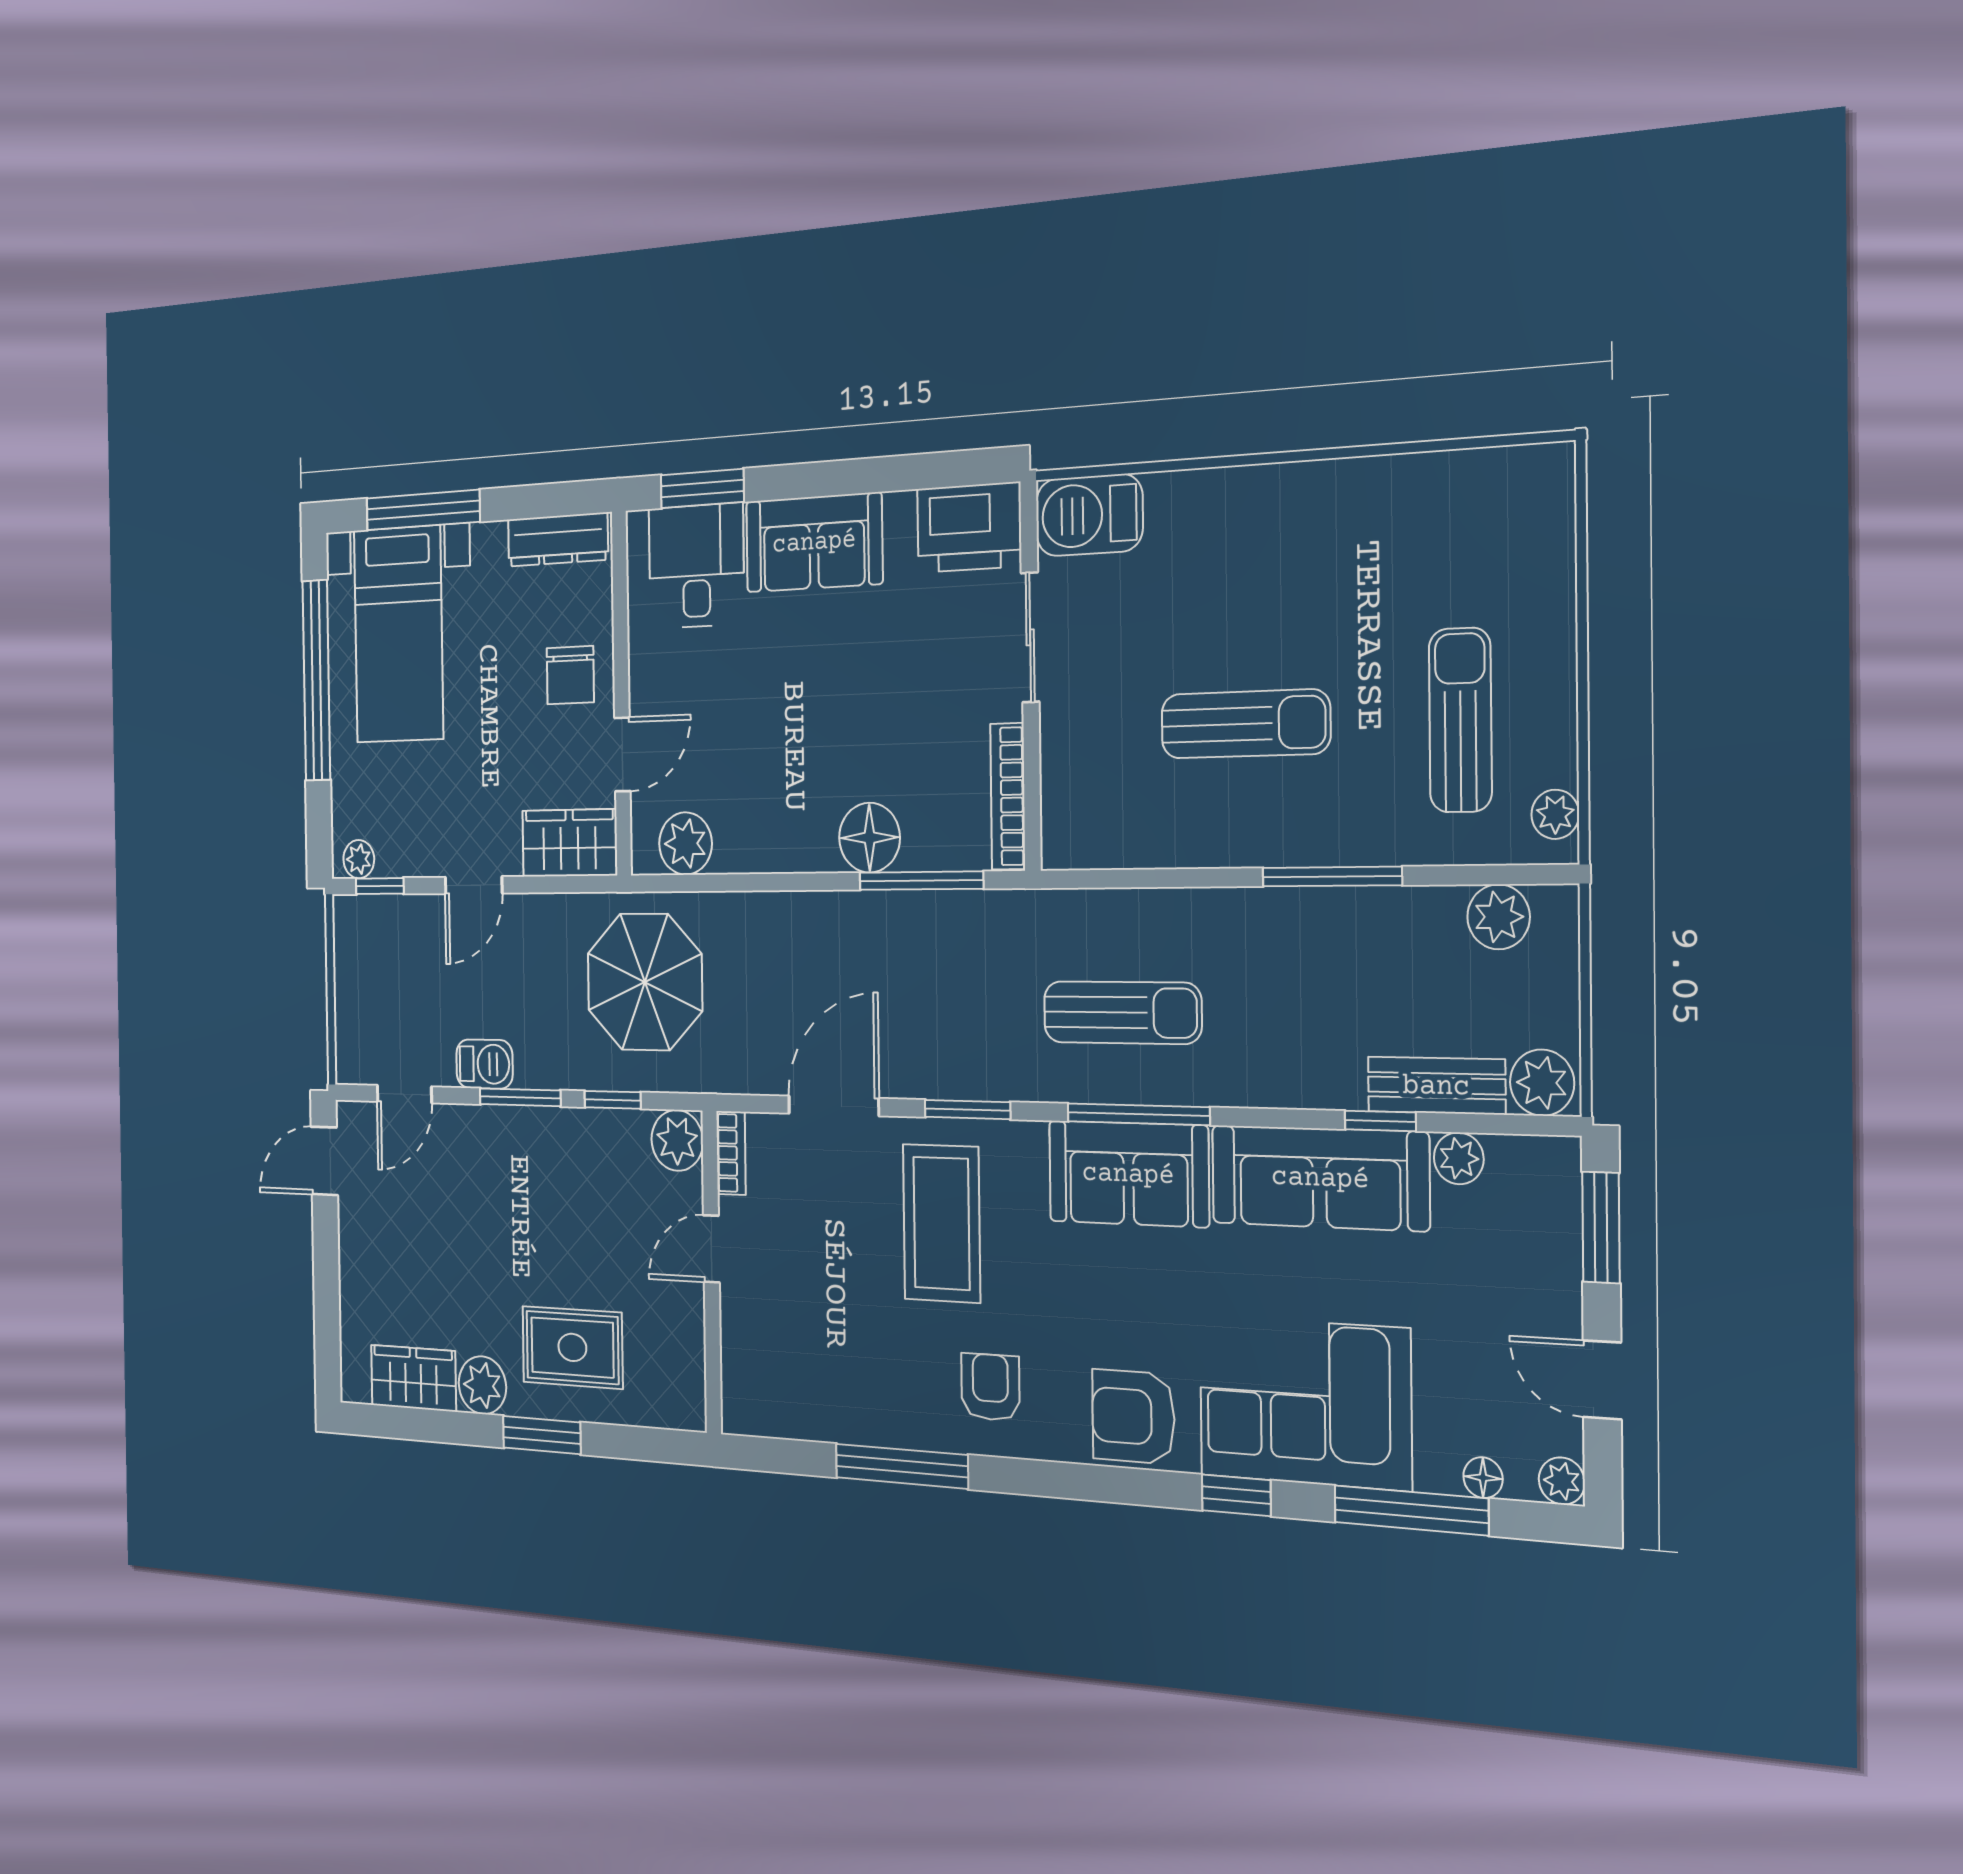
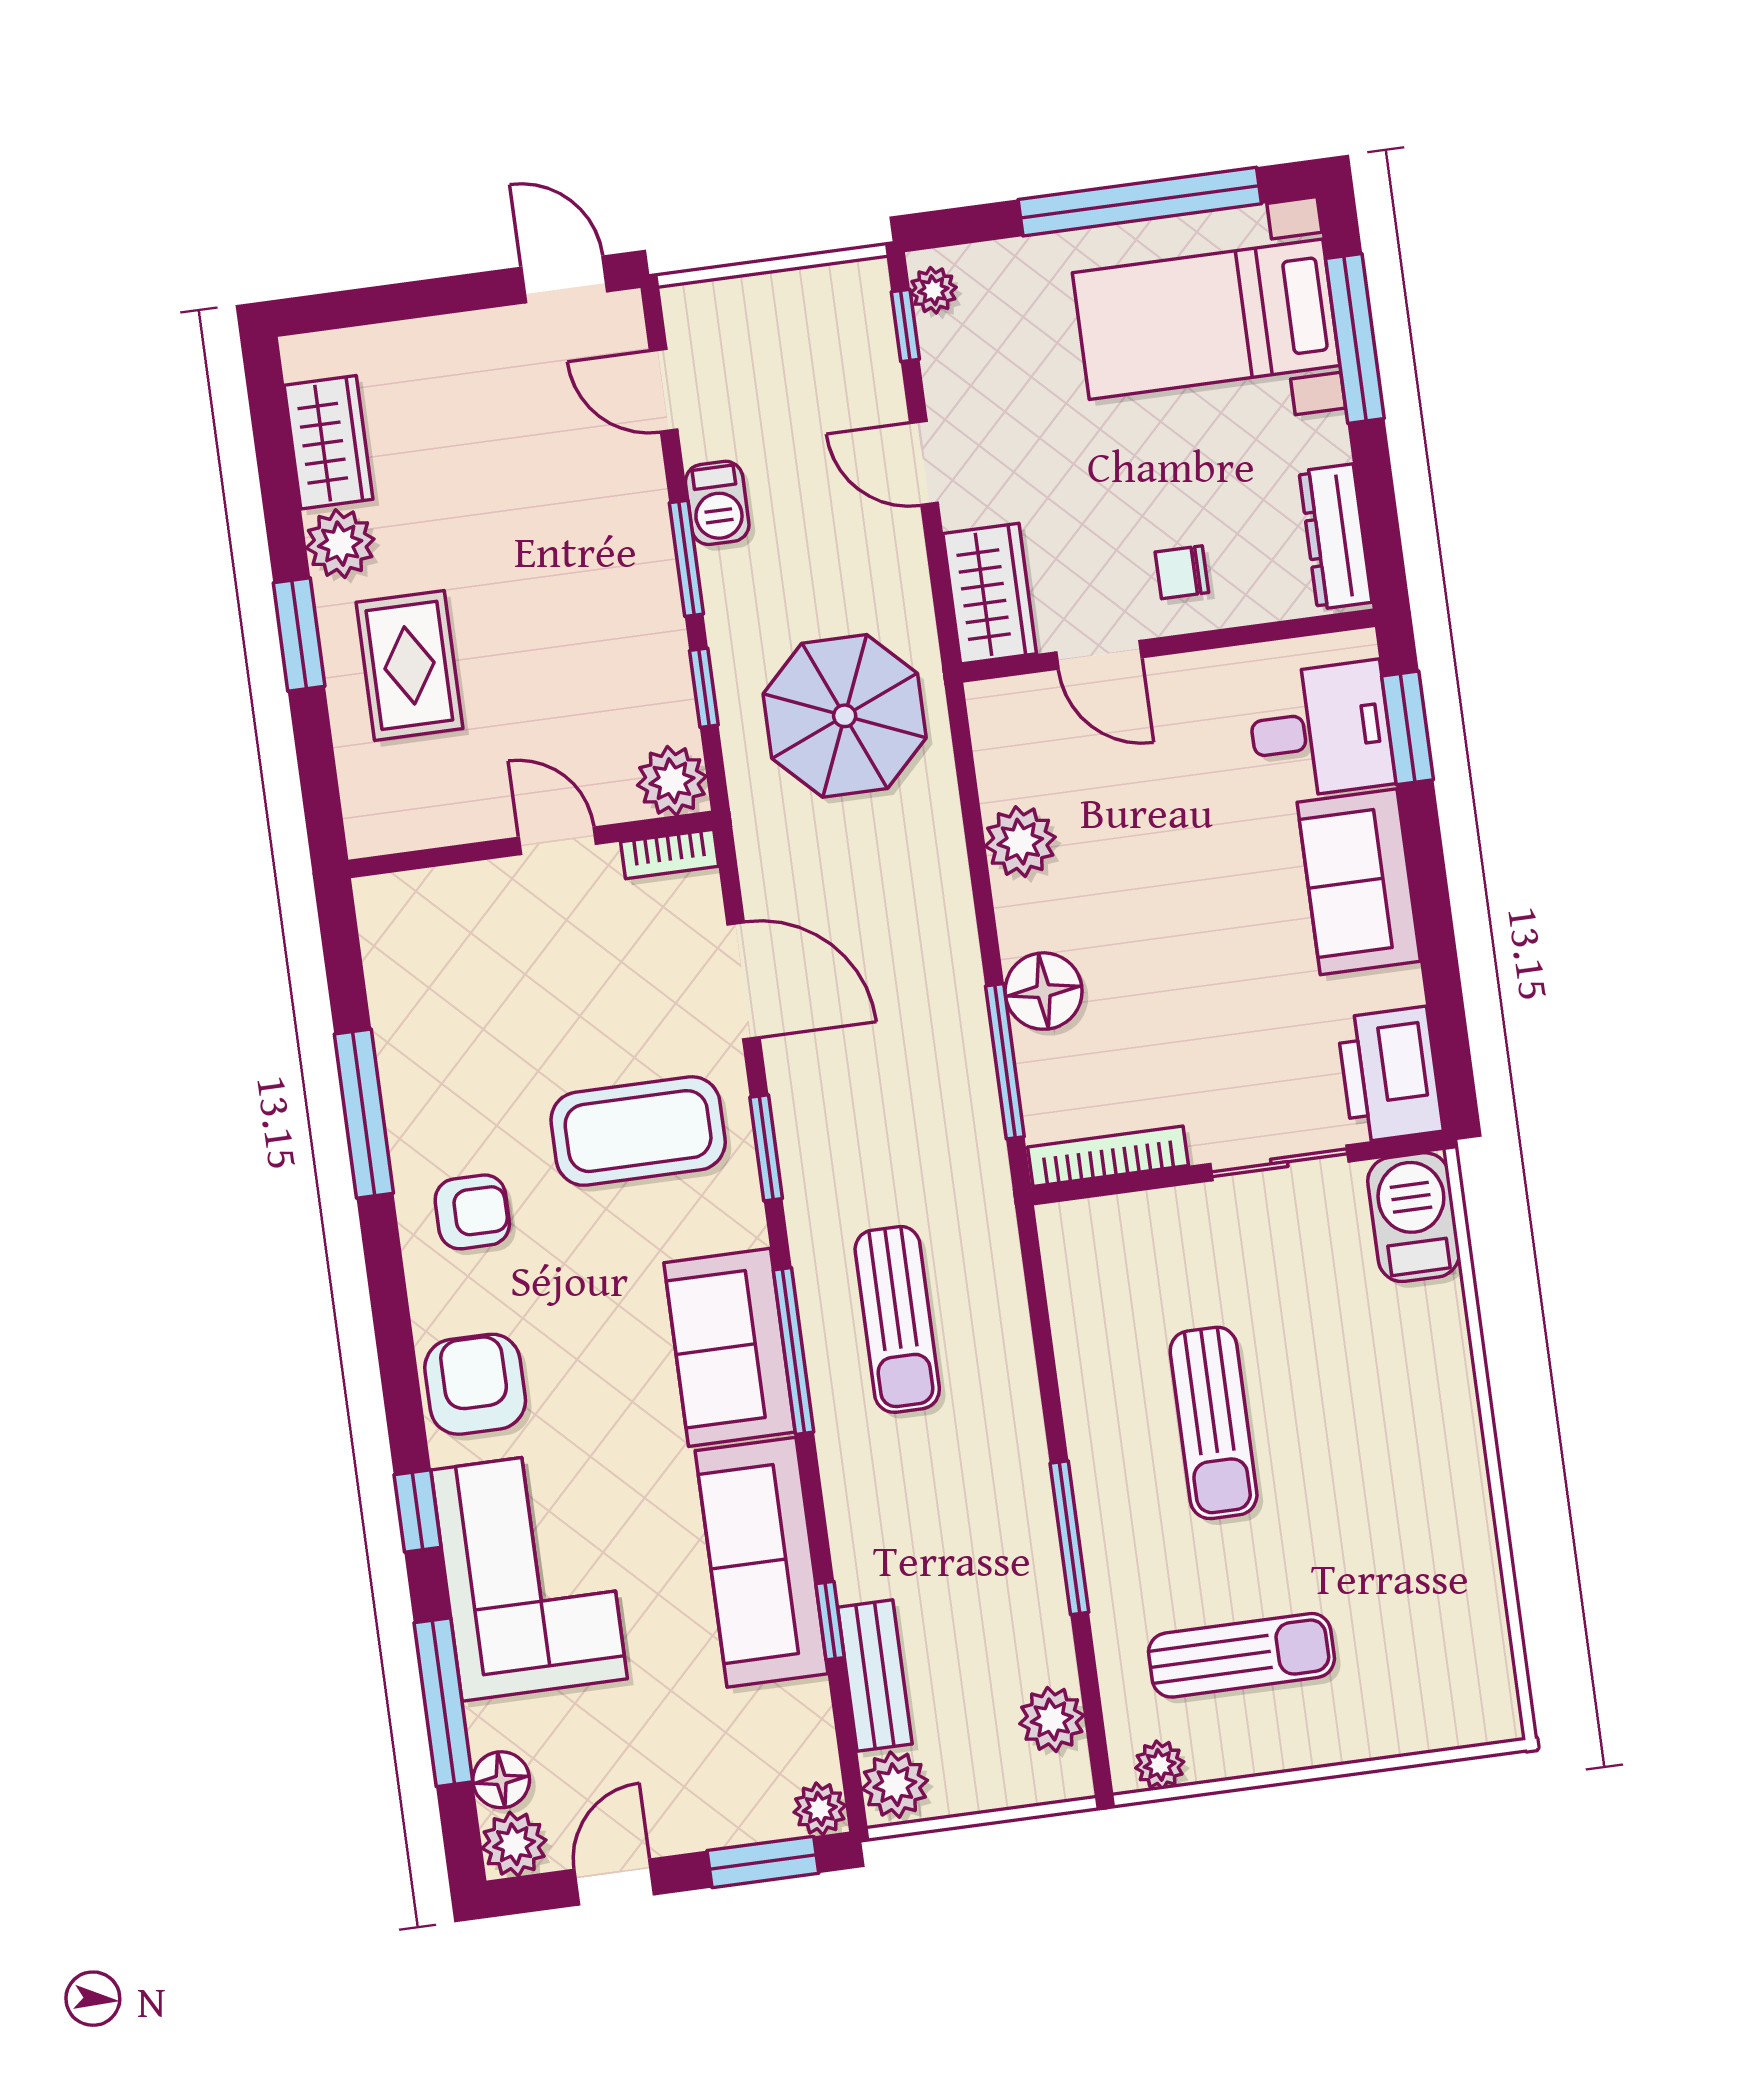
chair: (570, 675) -> (1182, 572), width x0.73, depth x0.73
plant: (686, 844) -> (1020, 842), moved
plant: (1459, 1158) -> (820, 1809), moved
floor lamp: (1483, 1478) -> (501, 1780), width x1.37, depth x1.37
plant: (1562, 1481) -> (514, 1844), width x1.38, depth x1.38

